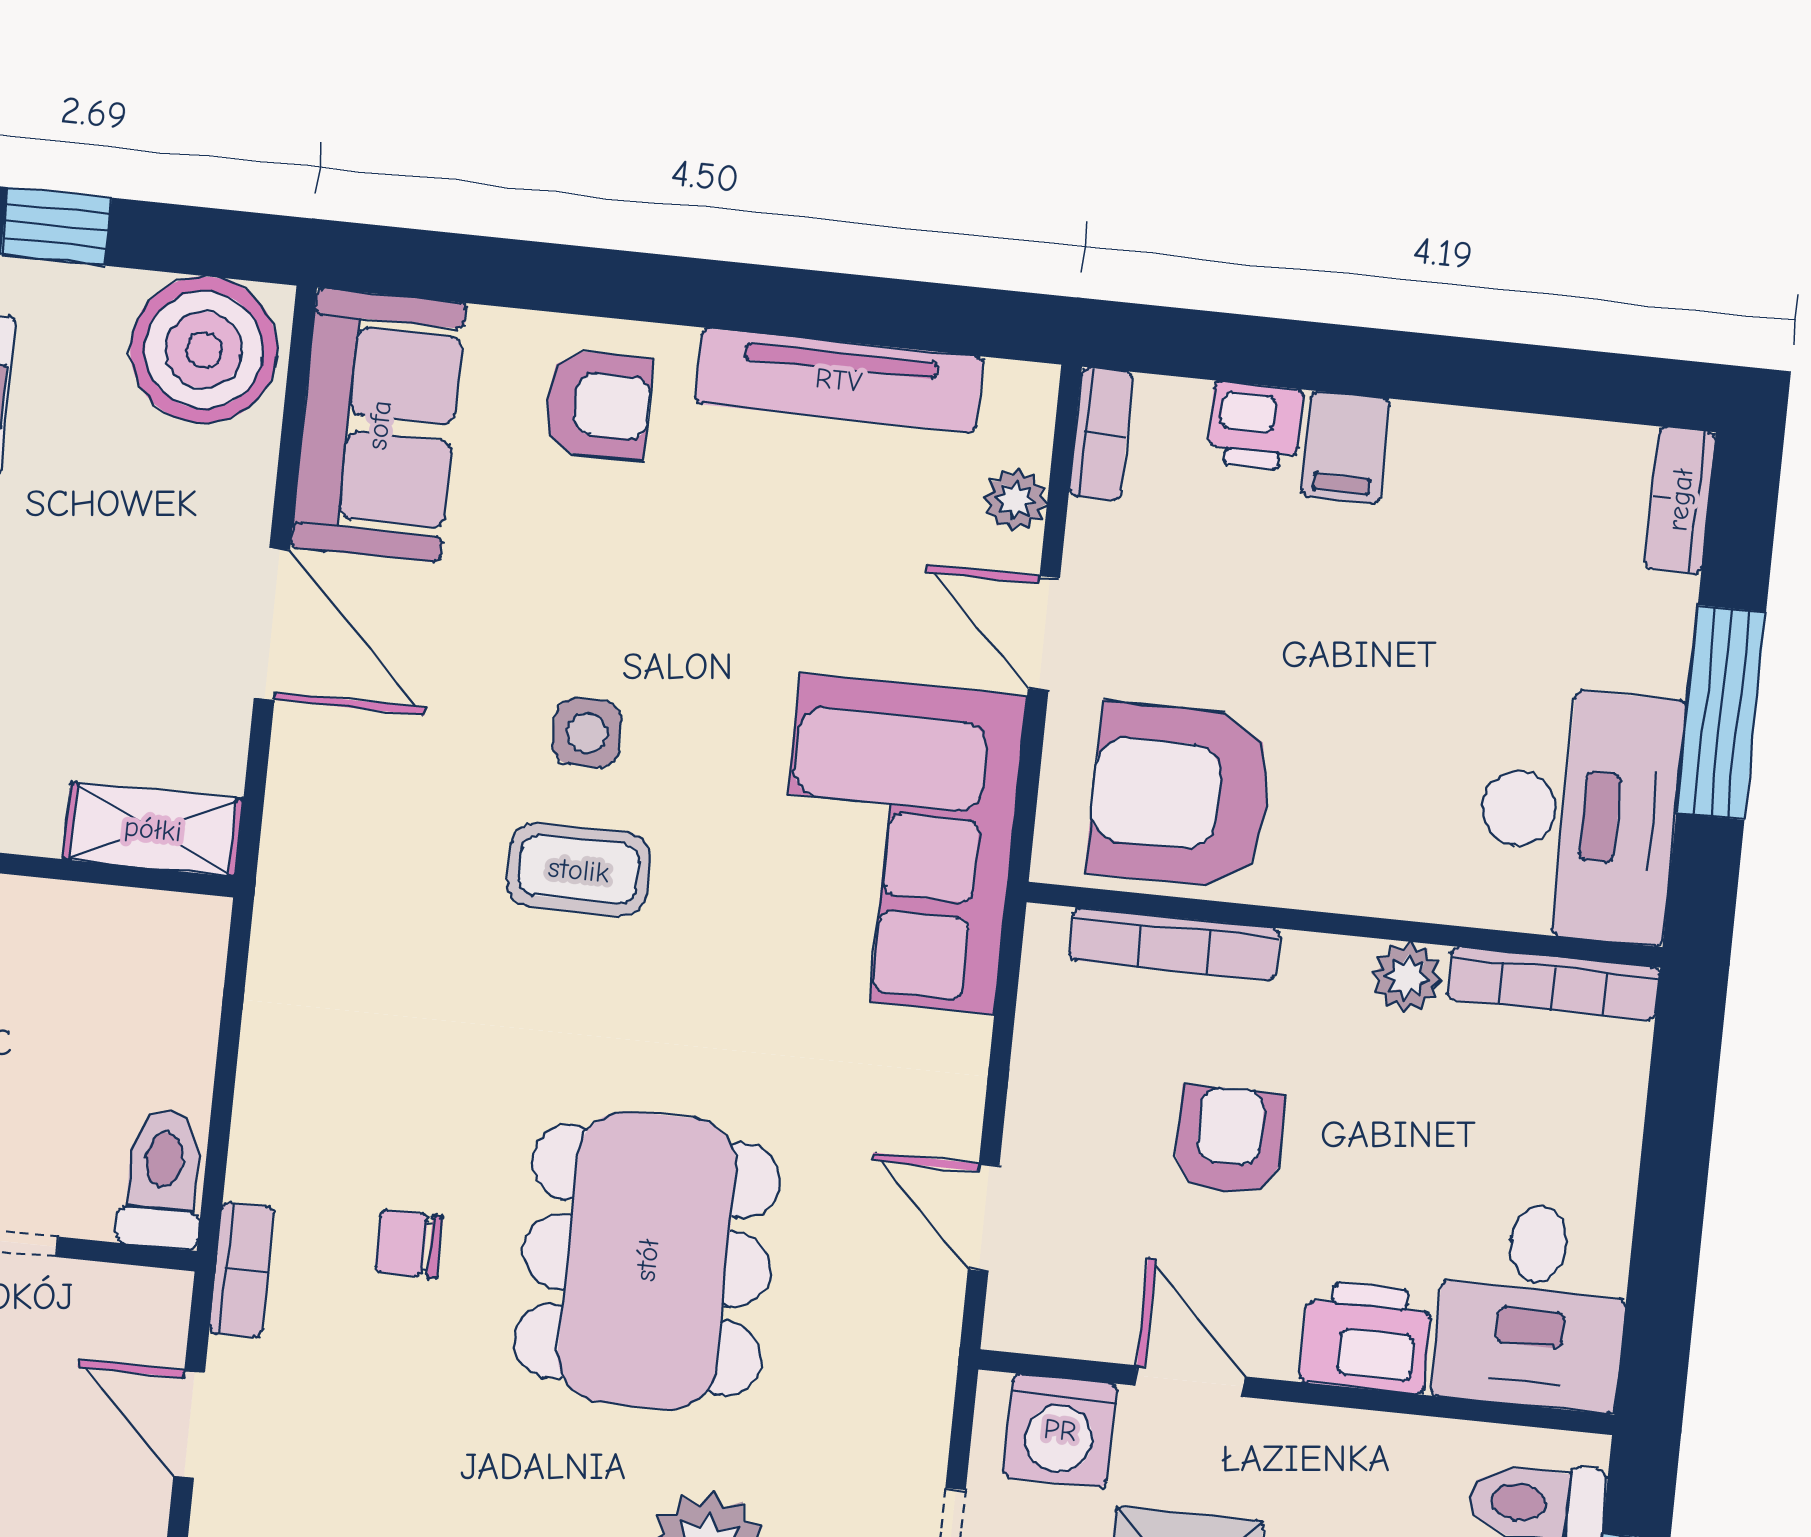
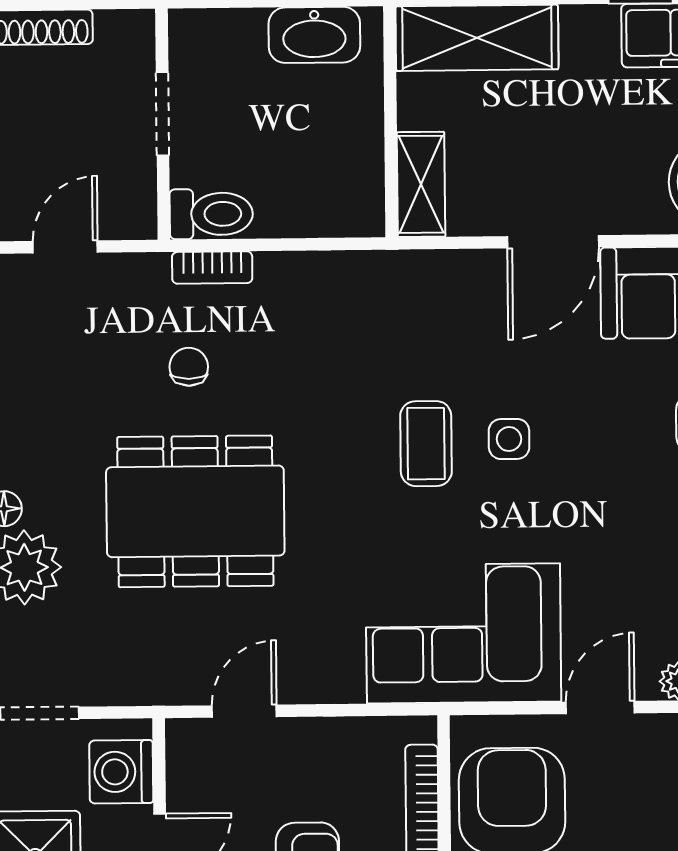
bookcase: (242, 1270) -> (212, 268), moved

